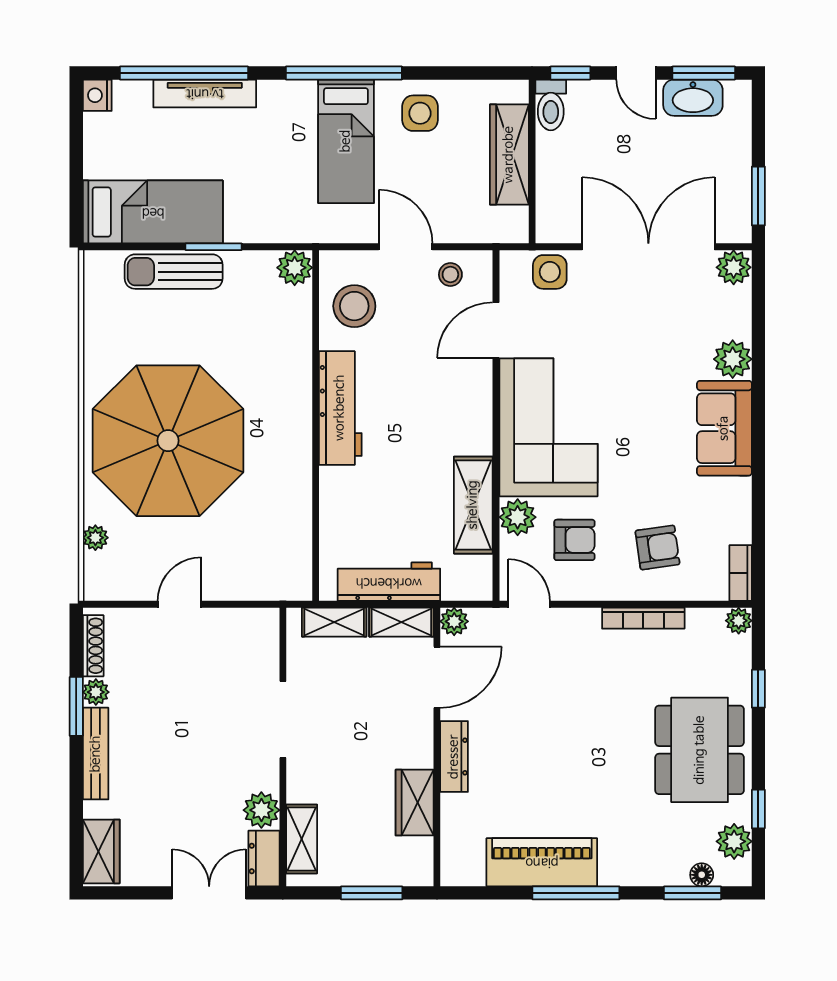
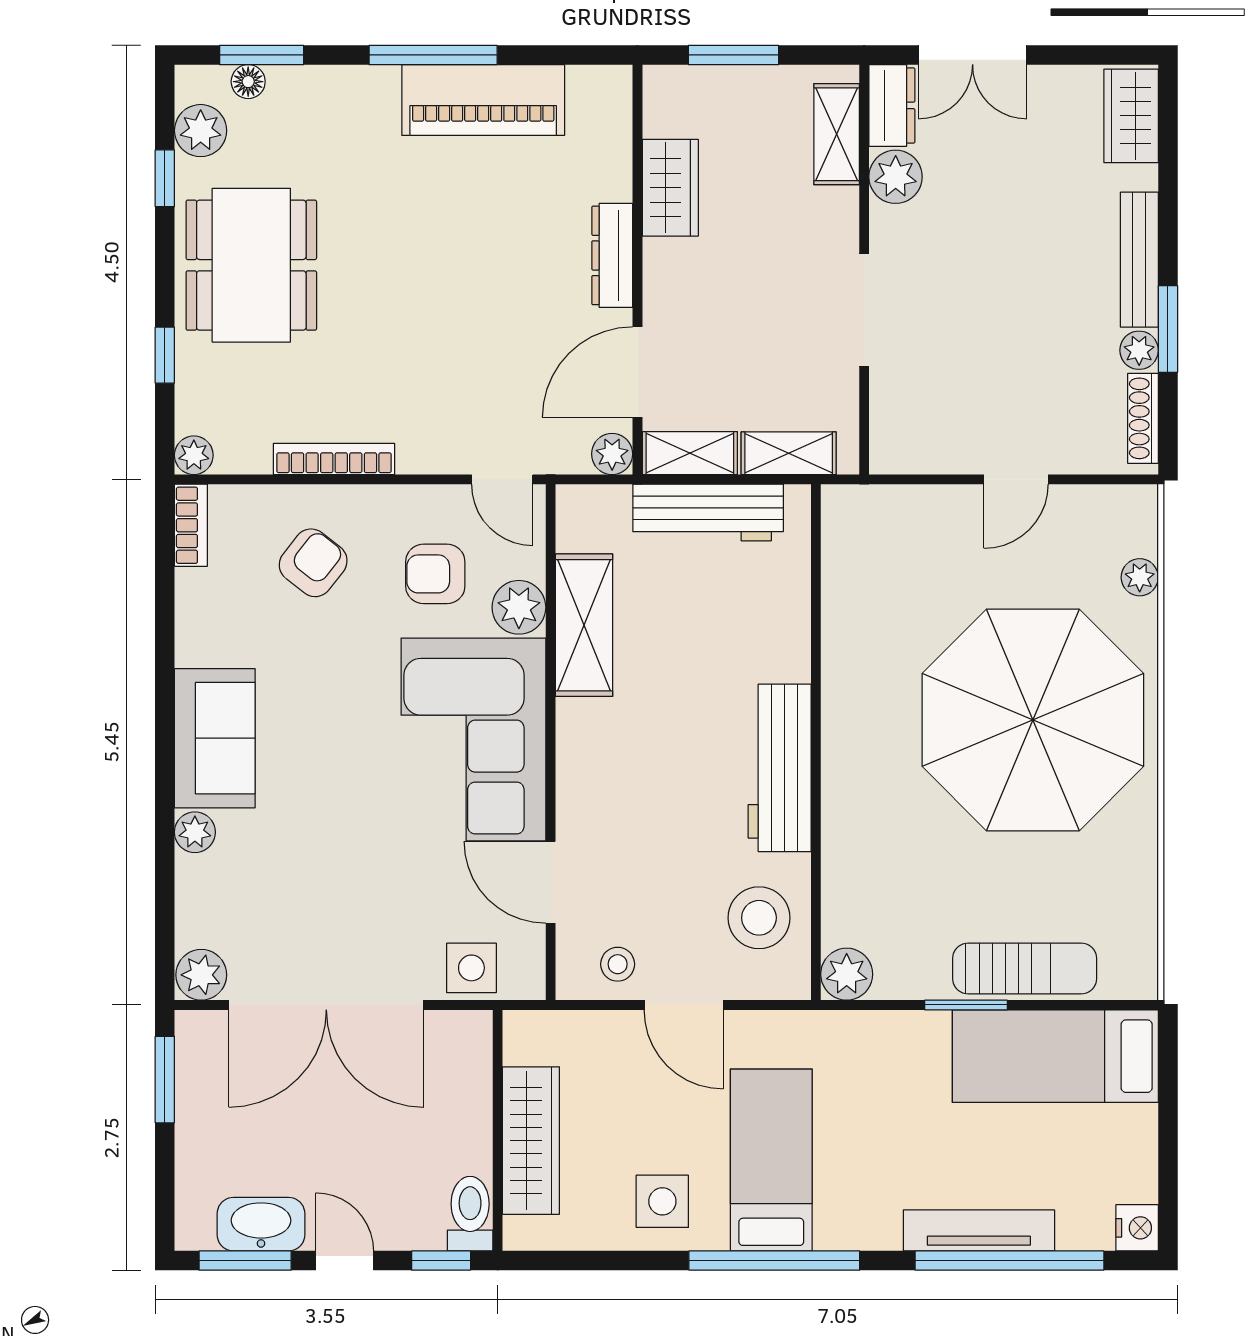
door: (496, 330) -> (551, 882), swing flipped
plant: (733, 359) -> (195, 832), width x0.73, depth x0.73
armchair: (657, 547) -> (313, 563), turned 136

